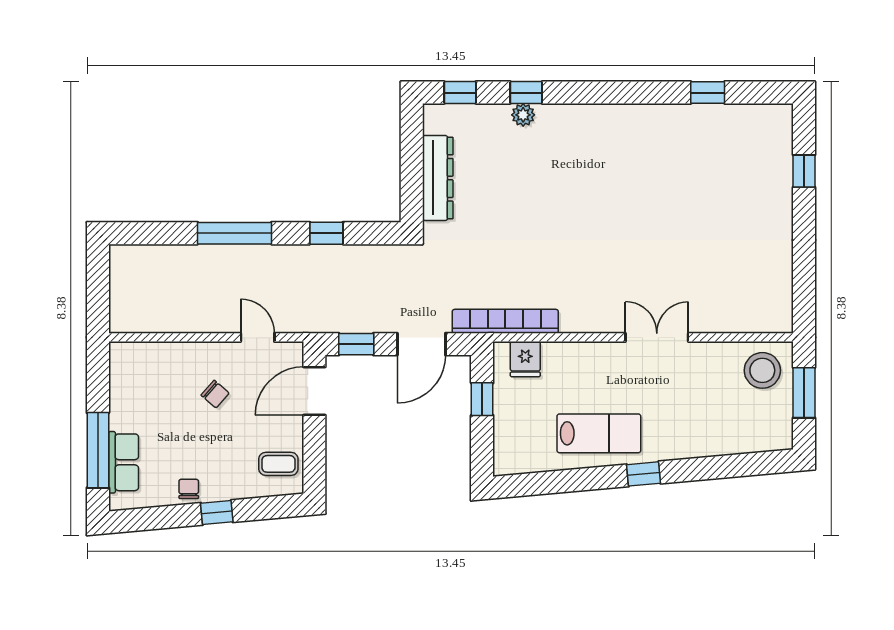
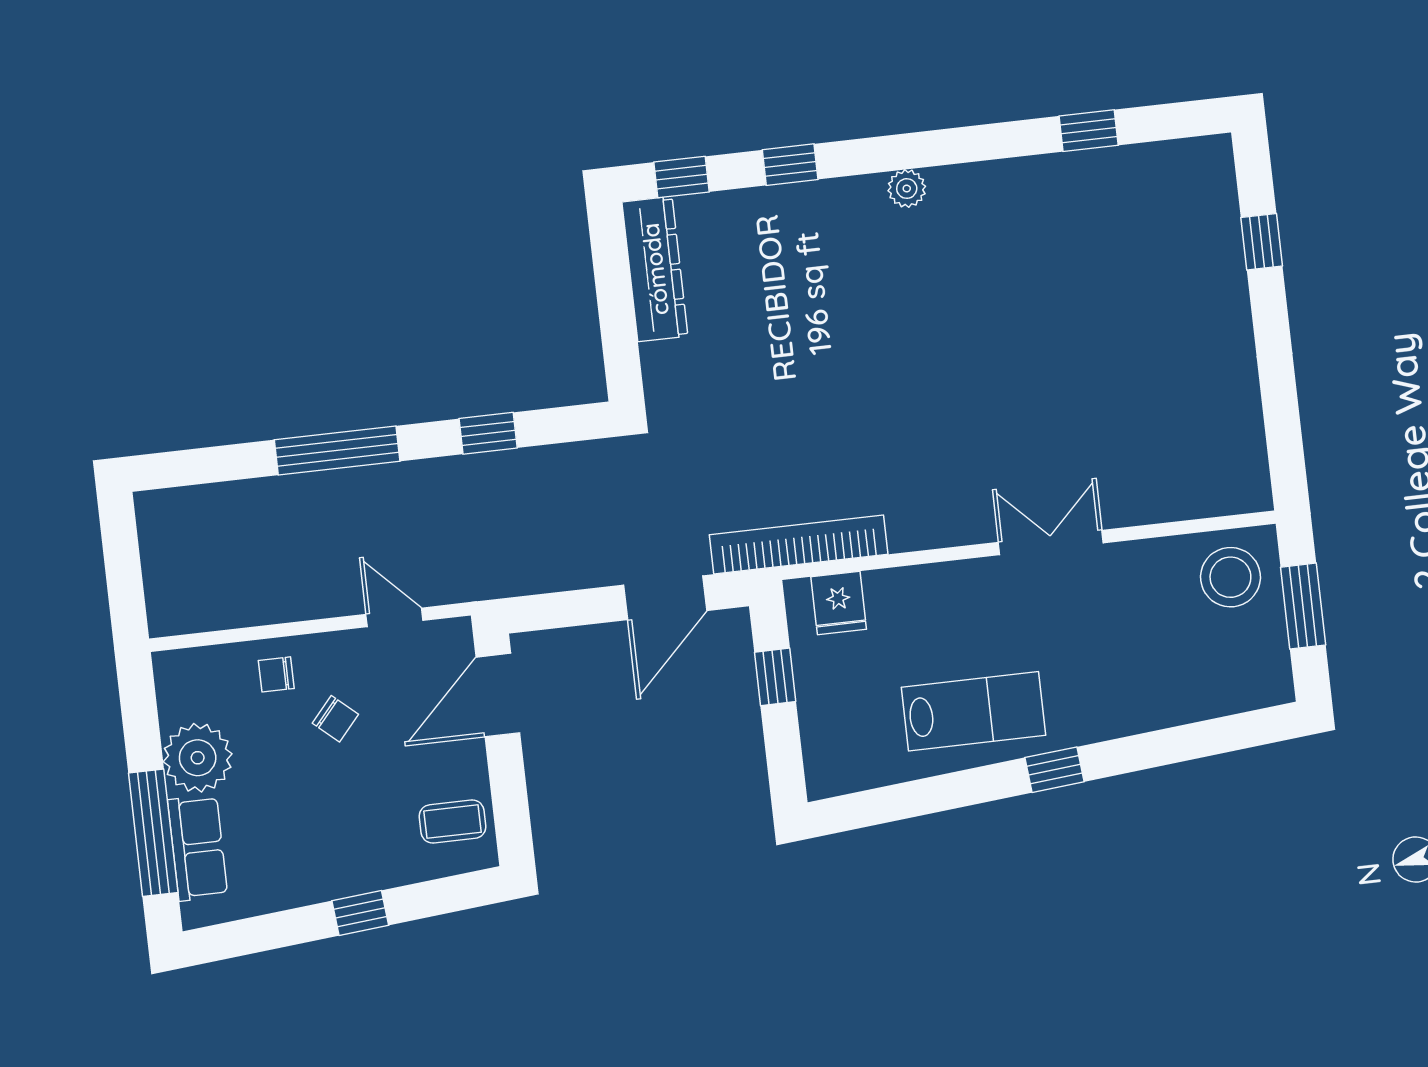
plant: (523, 115) -> (907, 189), moved
dresser: (438, 178) -> (655, 269), moved
window: (356, 344) -> (558, 610), removed
plant: (130, 408) -> (198, 758), added
chair: (189, 489) -> (276, 674), moved, turned -90

